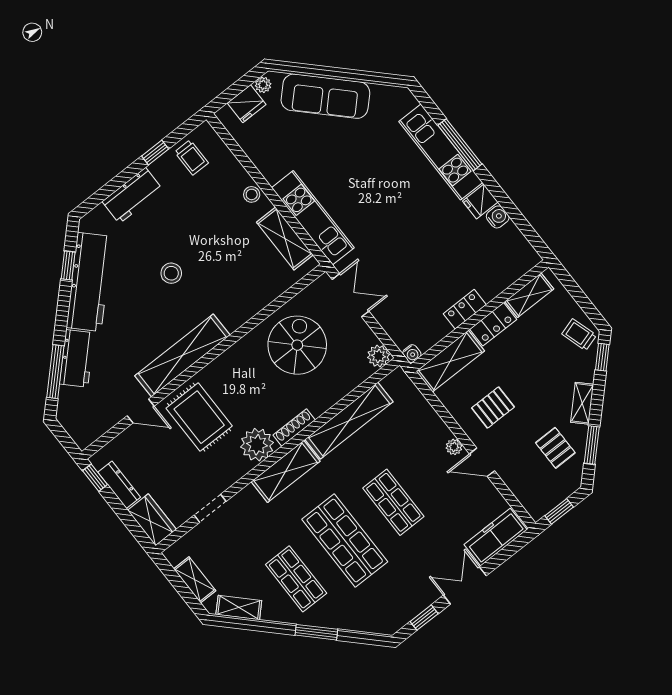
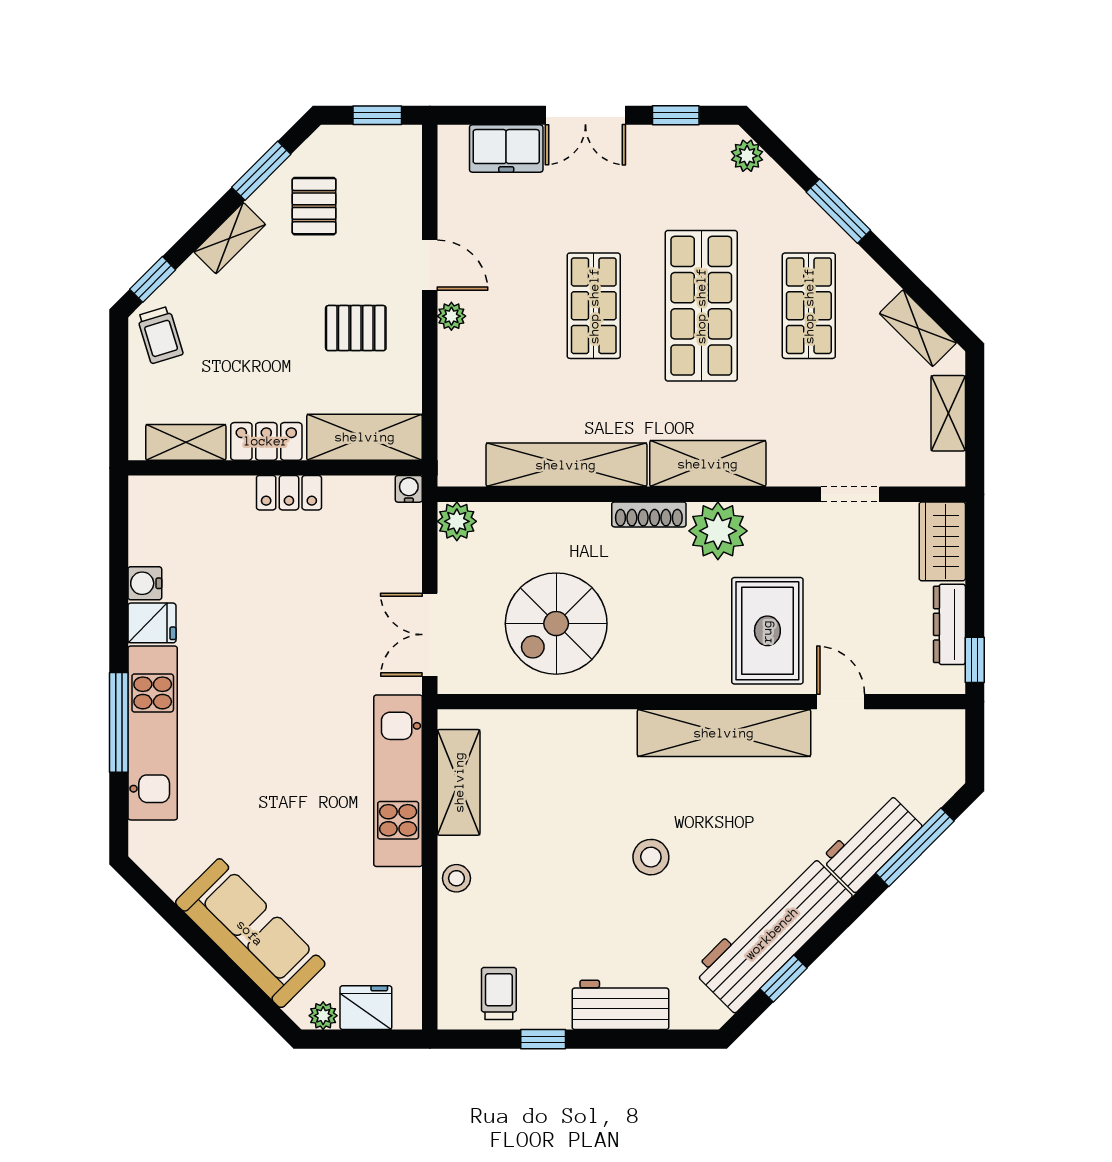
freezer: (496, 537) -> (506, 149), width x0.71
plant: (377, 625) -> (747, 156), added

